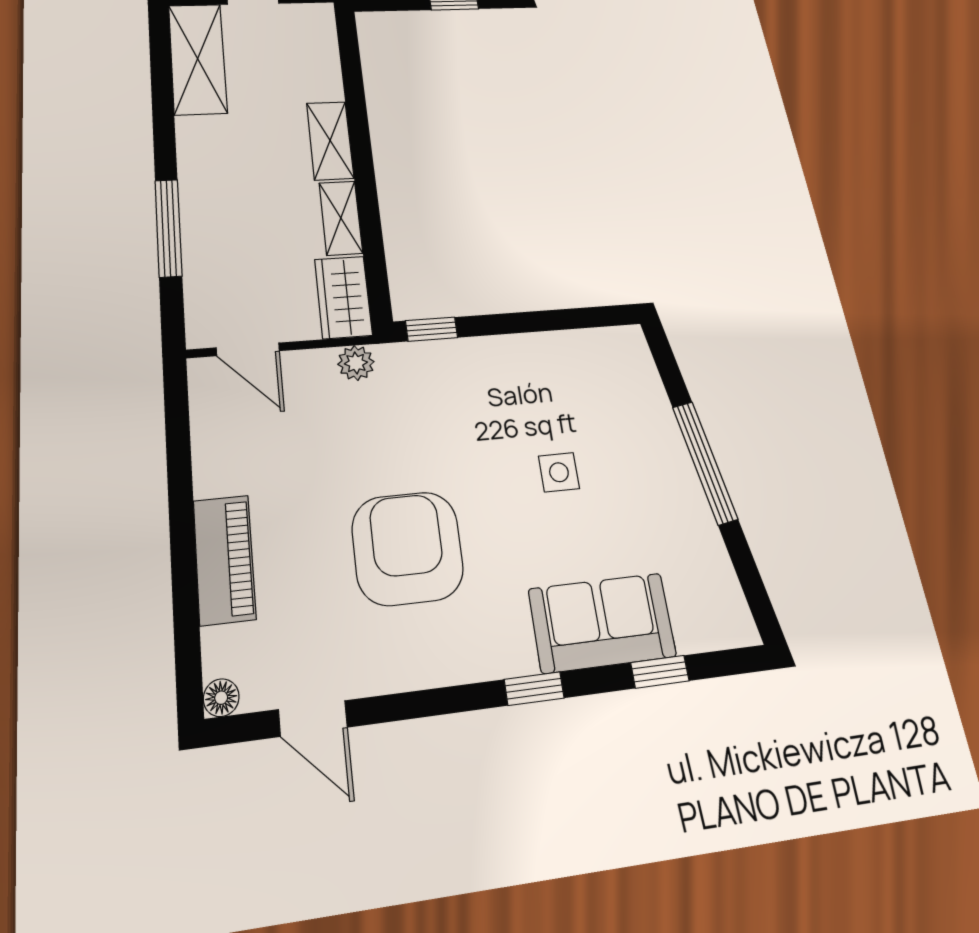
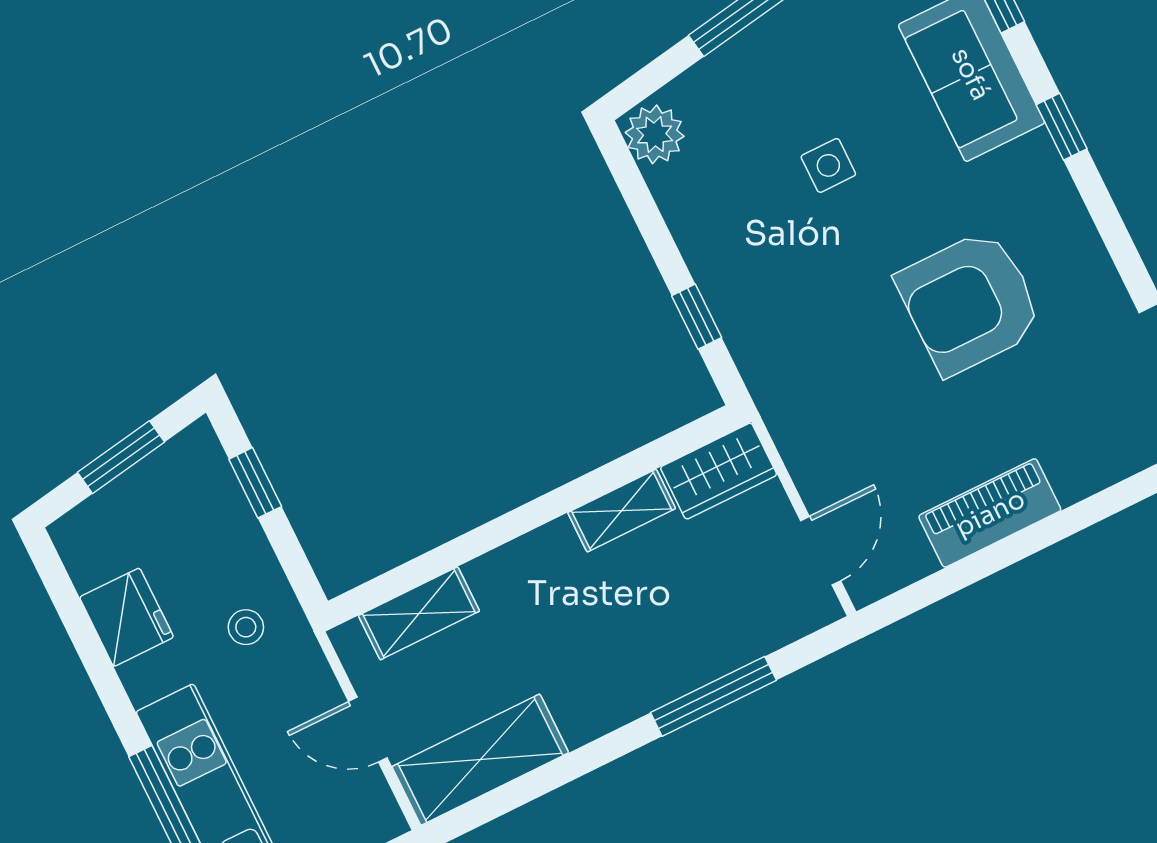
shelving: (330, 140) -> (419, 613), moved
window: (431, 329) -> (697, 317), moved
plant: (356, 363) -> (655, 134), moved, width x1.38, depth x1.38
piano: (224, 559) -> (990, 513), moved

